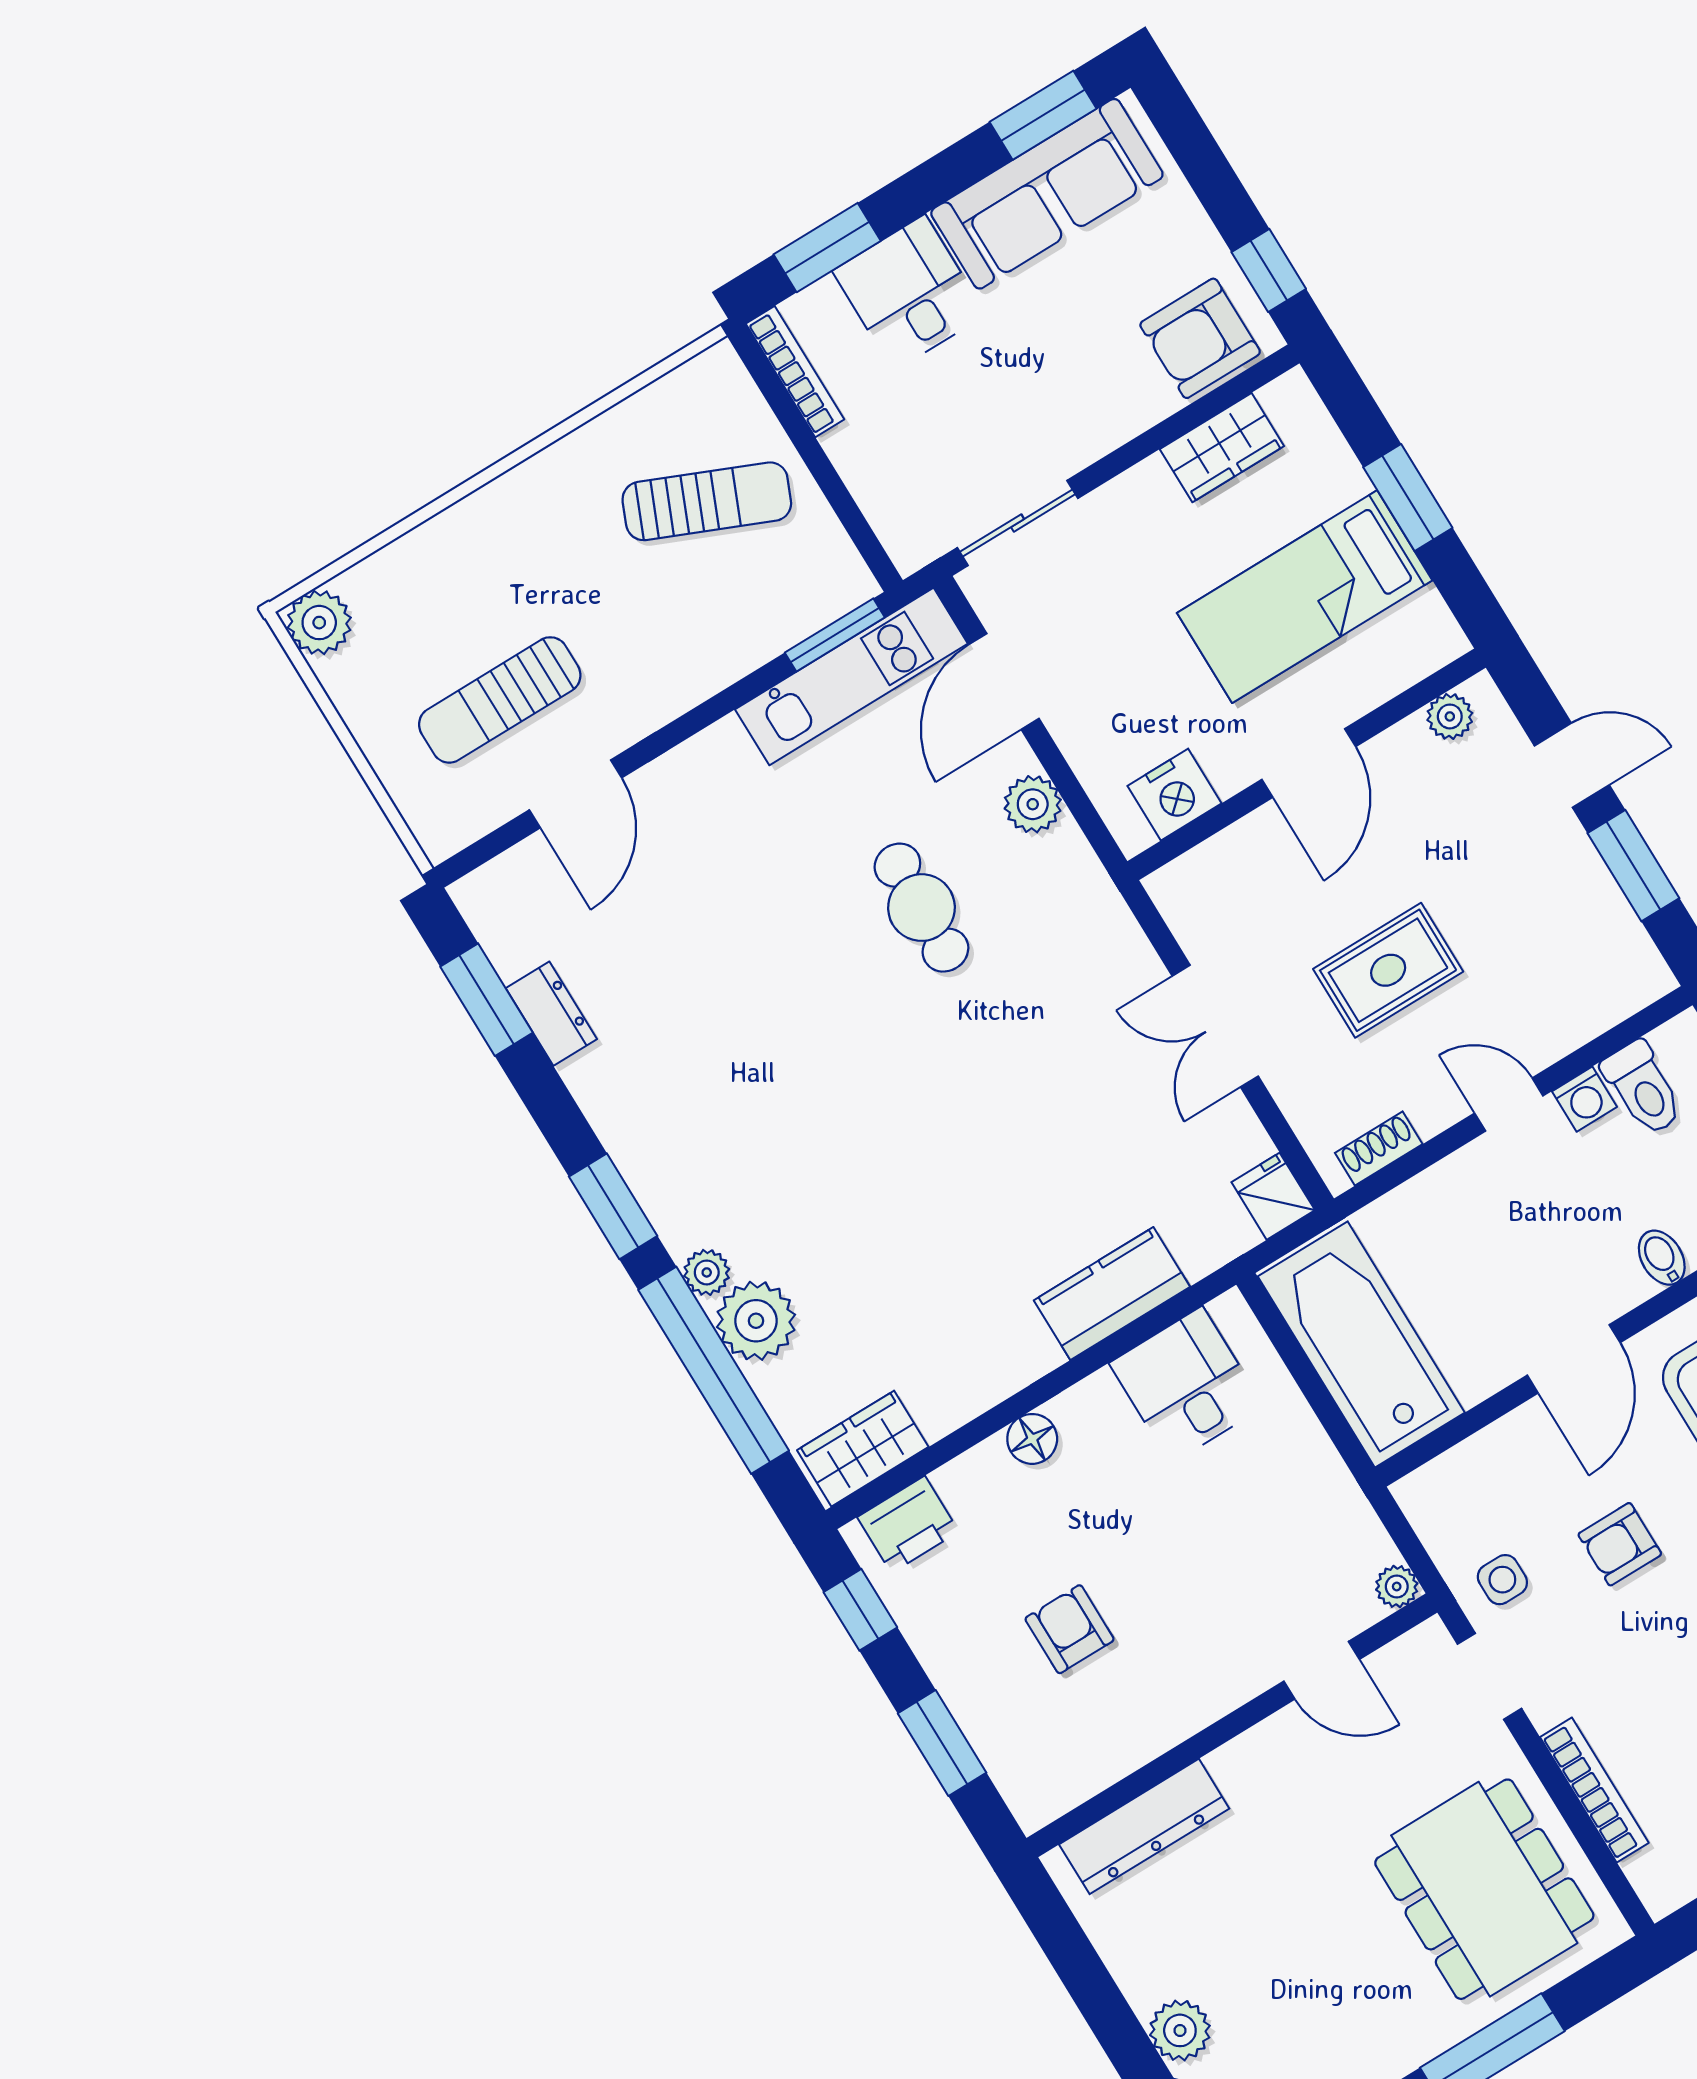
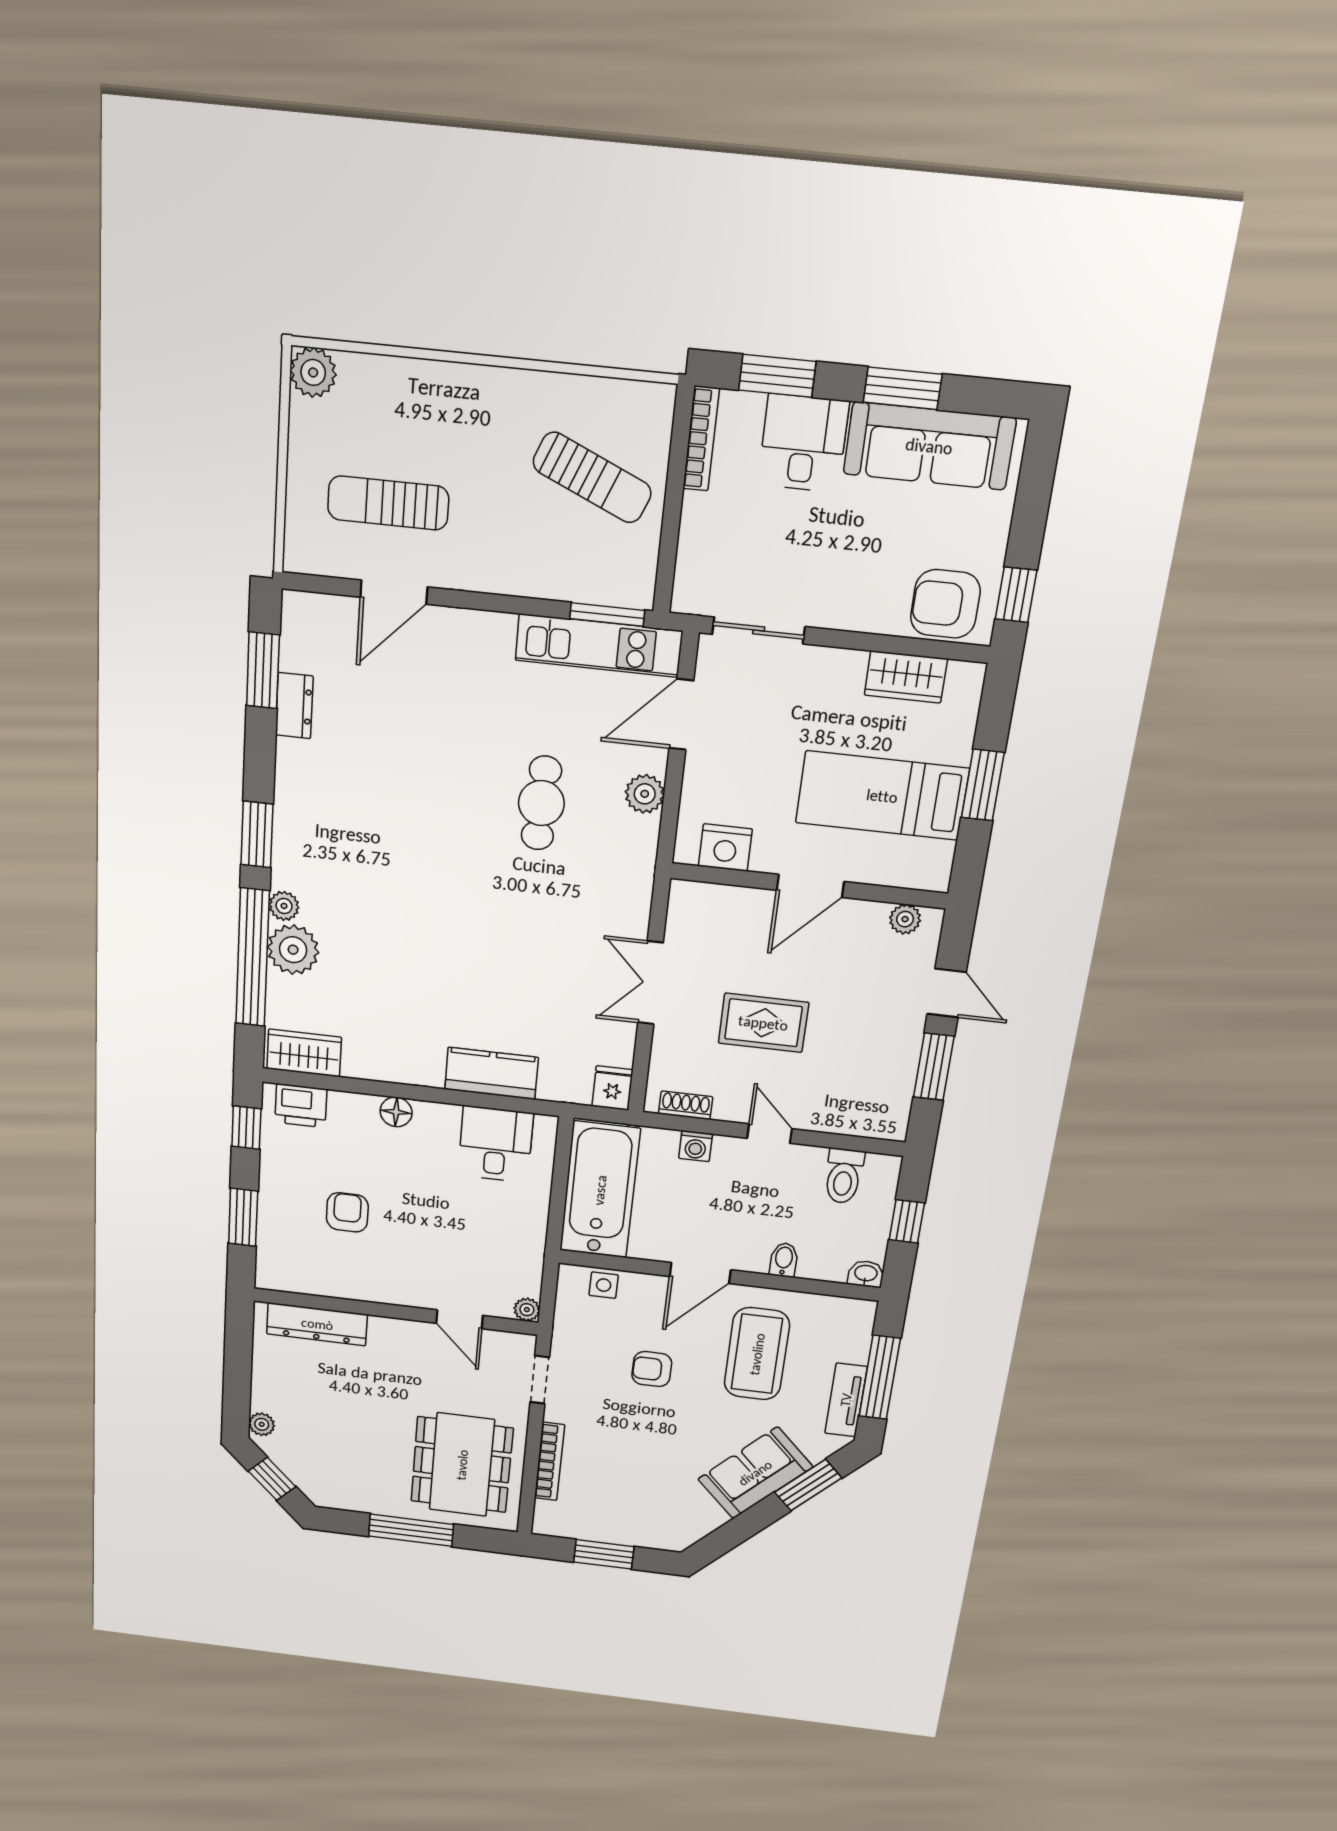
window: (1043, 115) -> (903, 388), moved
washing machine: (1584, 1099) -> (696, 1146), moved
side table: (1502, 1580) -> (604, 1285), moved
plant: (1180, 2030) -> (262, 1424), width x0.73, depth x0.73

